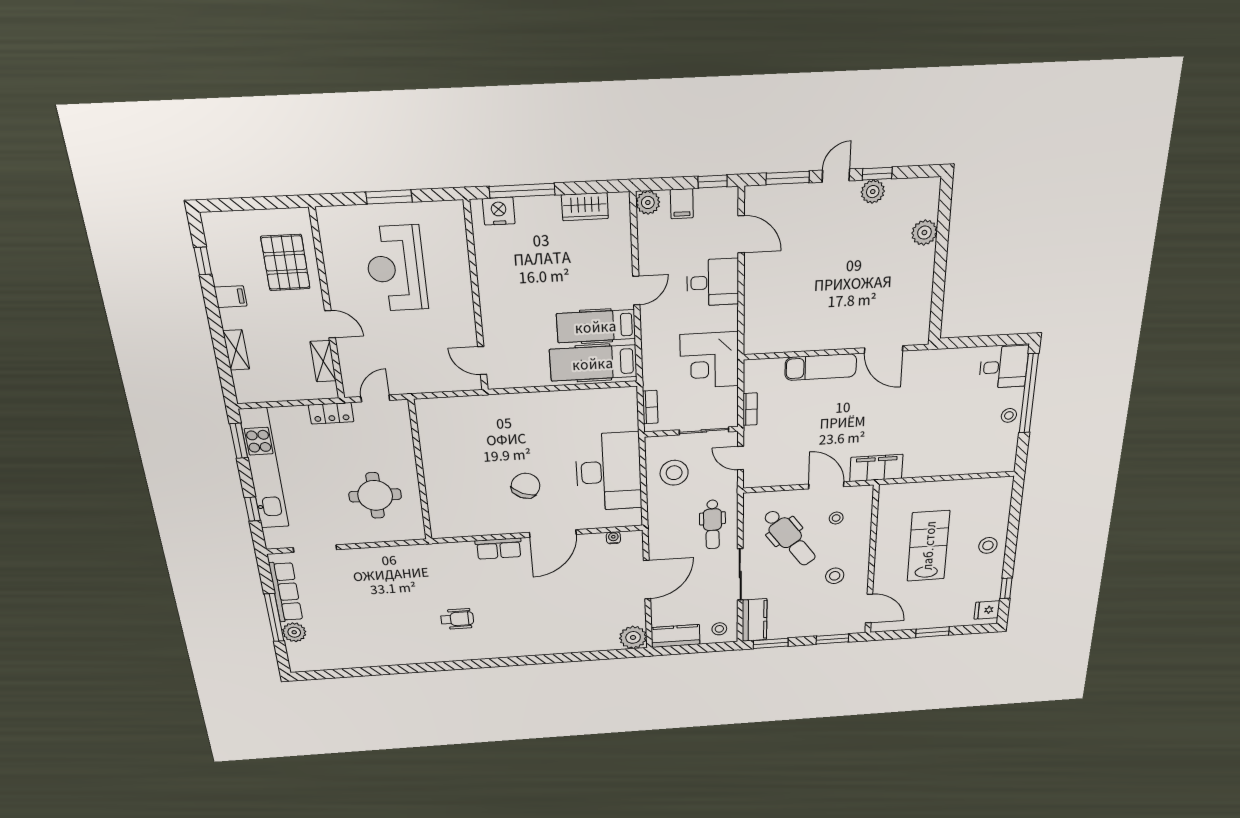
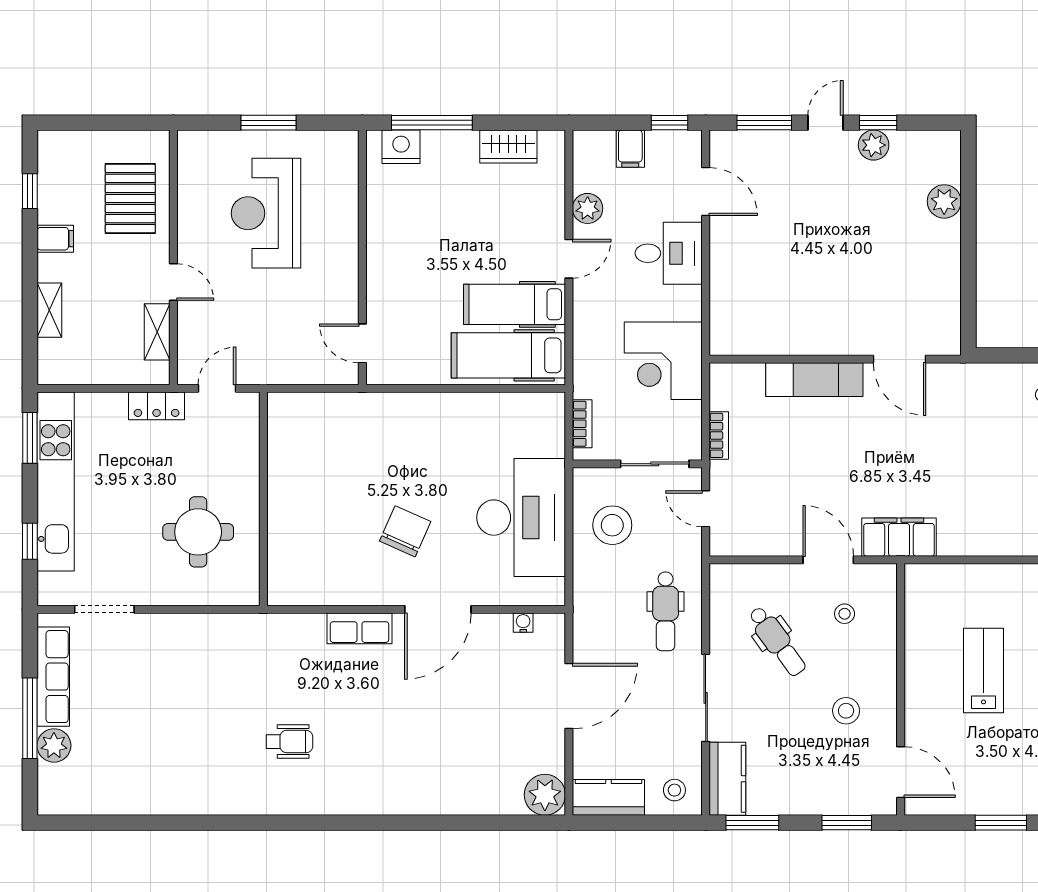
plant: (648, 203) -> (588, 208), moved
dental chair: (789, 538) -> (777, 641), width x0.73, depth x0.72
lab bench: (928, 546) -> (983, 670), width x0.73, depth x0.72

